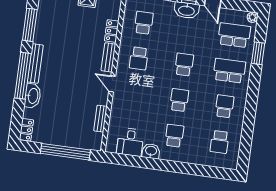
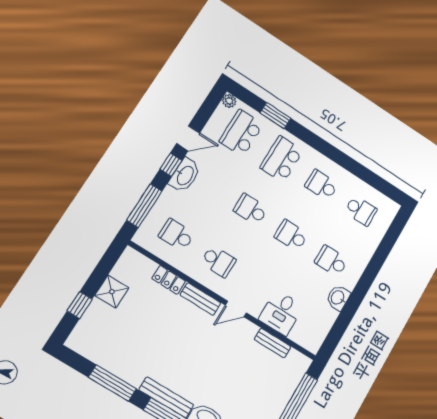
desk: (130, 142) -> (281, 313), moved, turned 90

